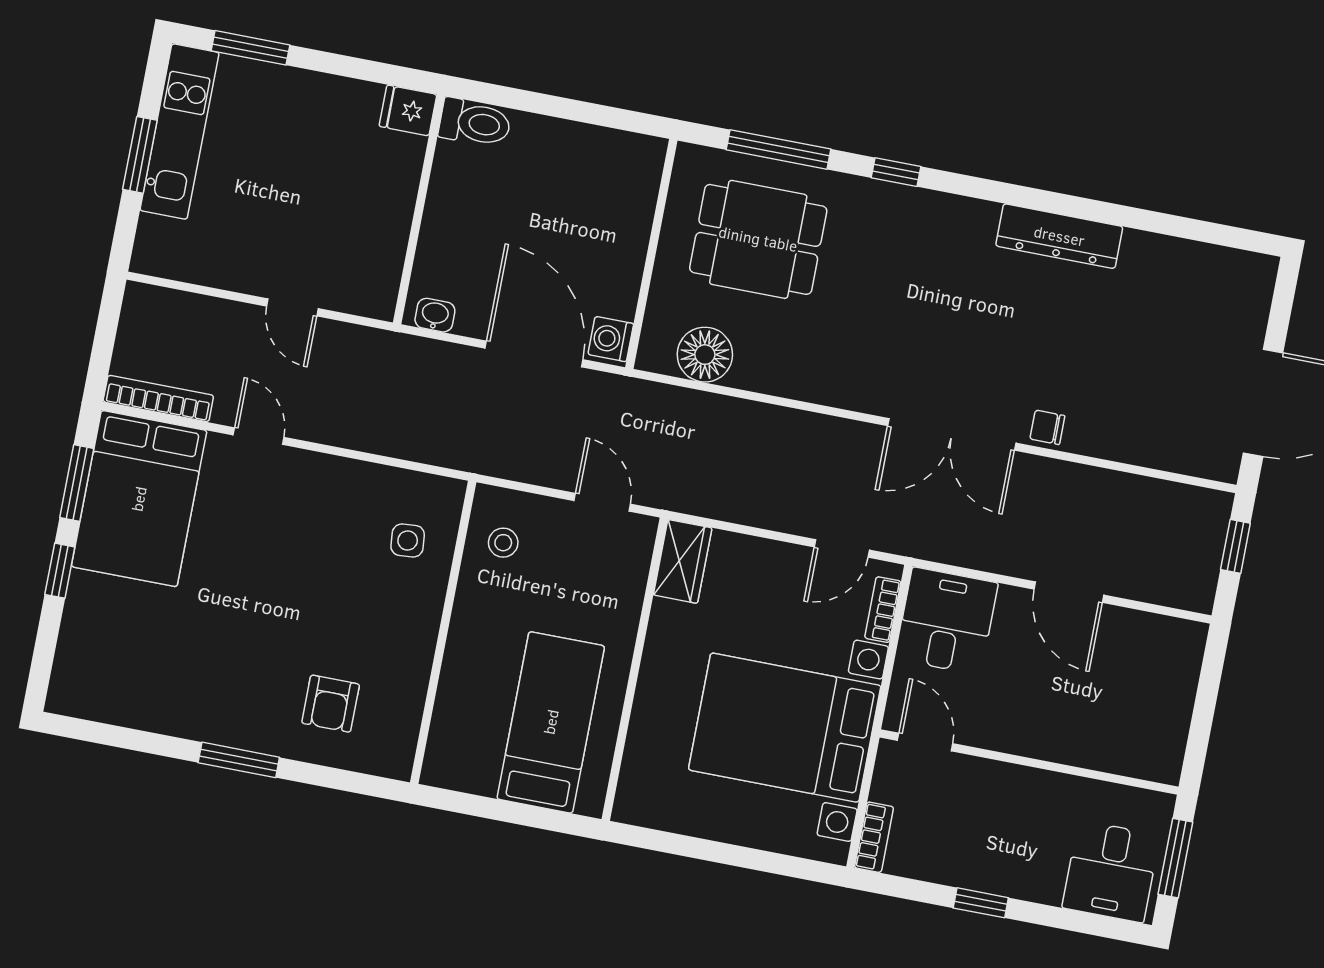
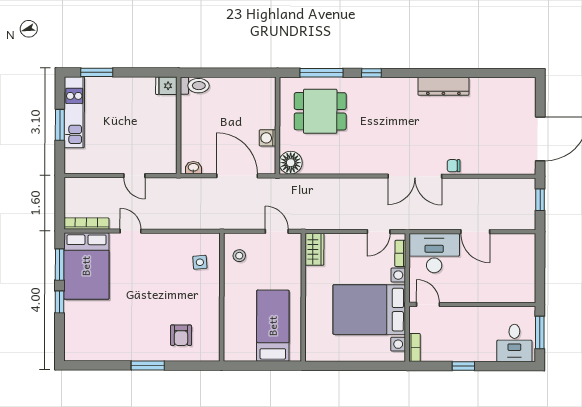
washing machine: (611, 339) -> (268, 138), moved
floor lamp: (705, 355) -> (291, 163), moved
desk: (947, 621) -> (434, 253), width x1.37

